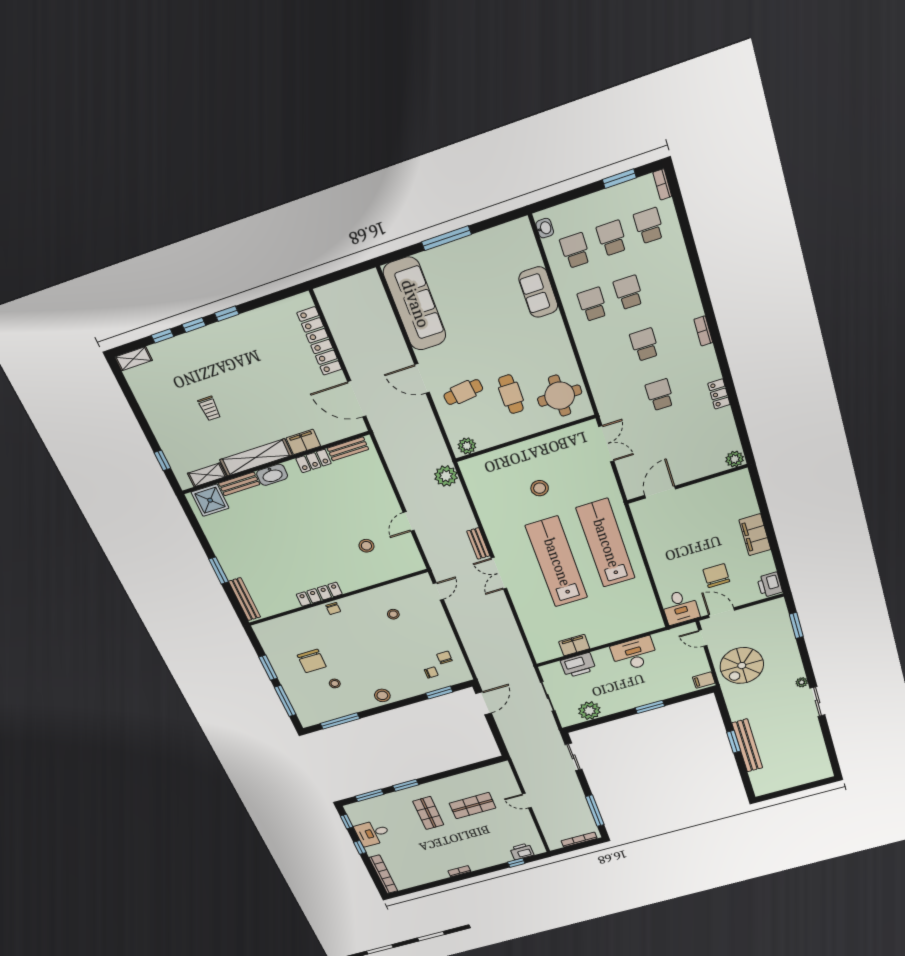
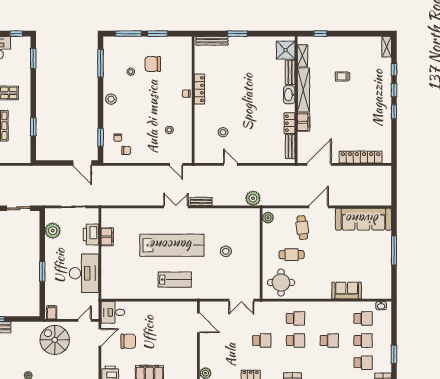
school desk: (592, 304) -> (296, 318), moved
lab bench: (606, 543) -> (175, 280), width x0.54, depth x0.72
desk: (634, 654) -> (84, 273), width x1.36, depth x1.30
window: (406, 785) -> (33, 127), moved

